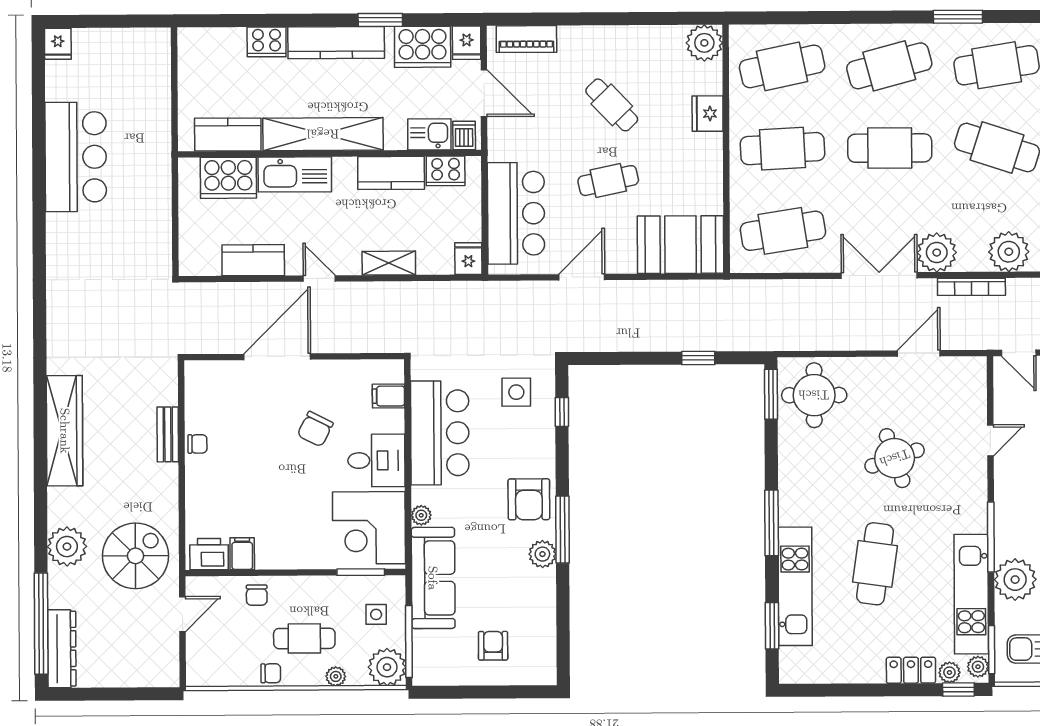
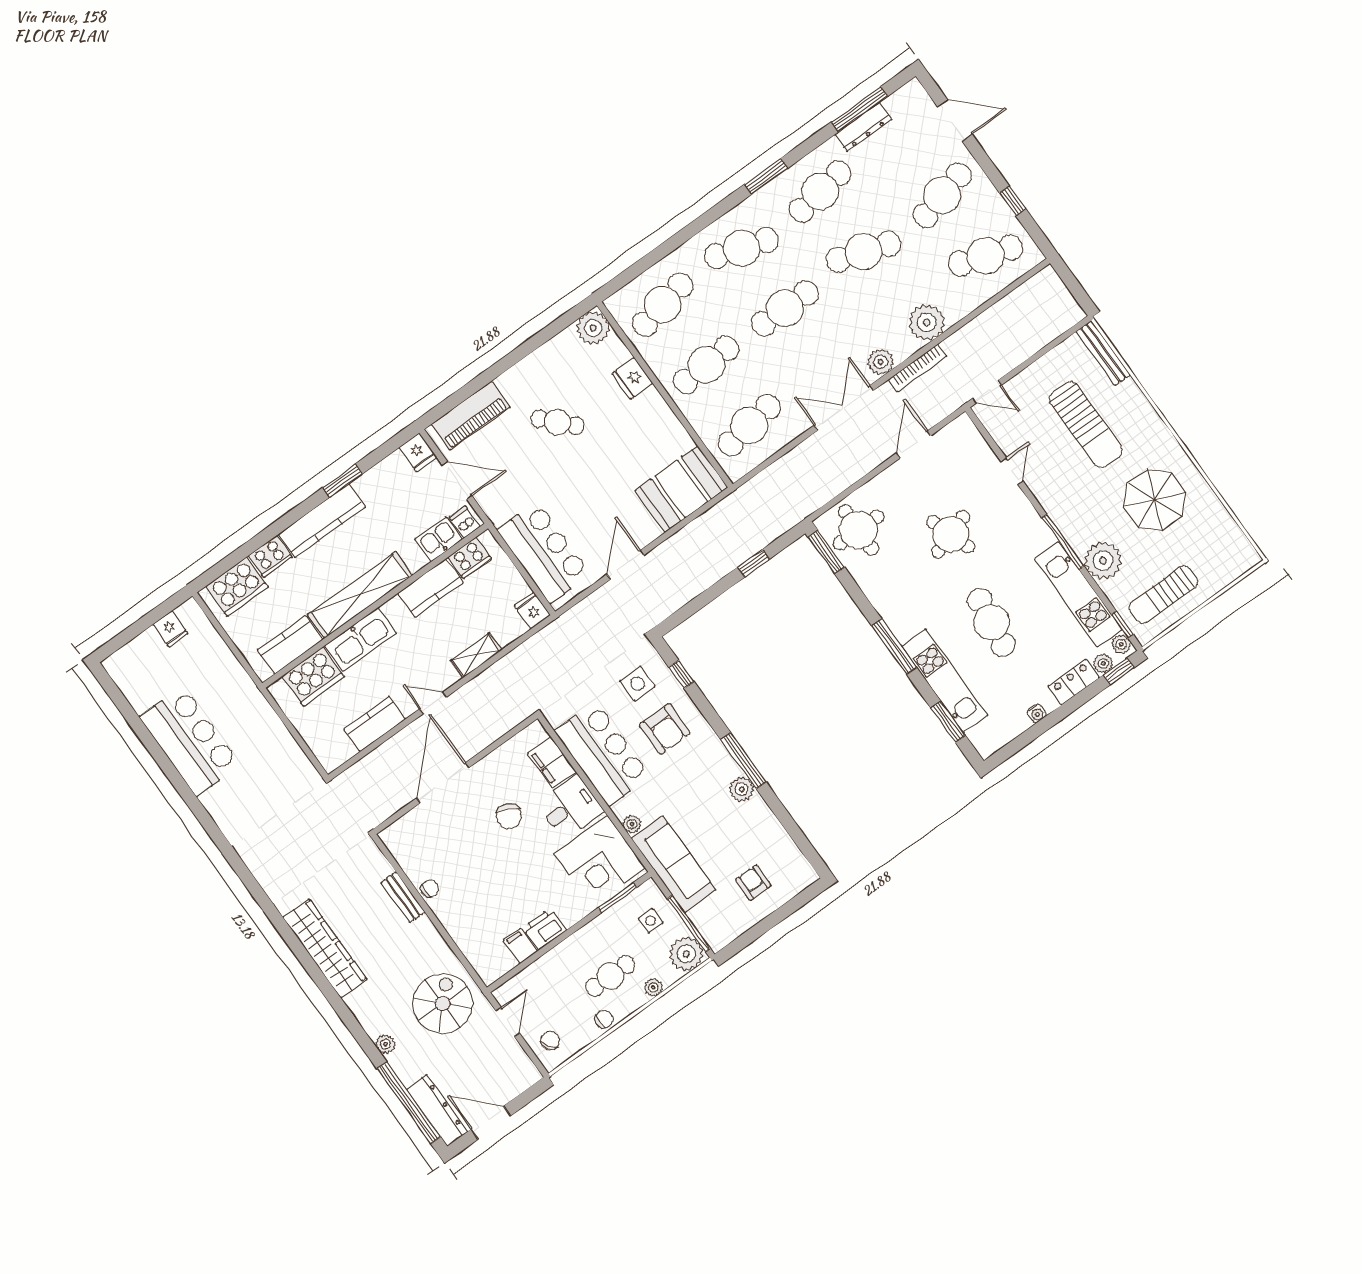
piano: (526, 39) -> (471, 416), width x1.37, depth x1.33
fridge: (58, 44) -> (170, 629), moved
cooker: (423, 47) -> (237, 587), moved
cafe table: (889, 66) -> (741, 248), turned 33
cafe table: (608, 181) -> (594, 480), removed
plant: (937, 253) -> (881, 362), width x0.73, depth x0.73
filing cabinet: (388, 396) -> (552, 762), width x2.00
armchair: (529, 499) -> (665, 729), moved
plant: (67, 547) -> (385, 1044), width x0.53, depth x0.53
printer: (209, 554) -> (545, 929), moved
chair: (257, 595) -> (550, 1040), moved, turned -126
window: (992, 650) -> (1122, 625), width x0.67
water cooler: (857, 675) -> (1037, 713), added
door: (103, 694) -> (491, 1123), added

